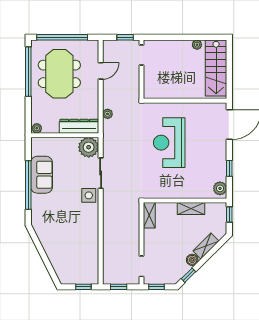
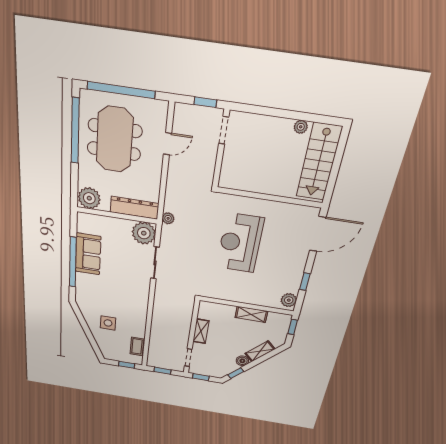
plant: (108, 114) -> (168, 218), moved
plant: (37, 128) -> (89, 198), width x1.88, depth x1.88
side table: (89, 195) -> (108, 323), moved
shelving: (149, 215) -> (201, 331), moved
coffee table: (92, 263) -> (137, 346), added

